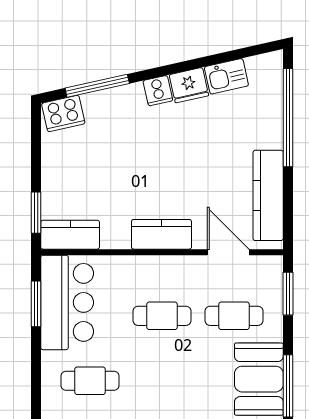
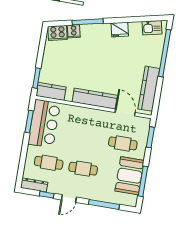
kitchen sink: (226, 76) -> (152, 28), moved
window: (97, 86) -> (88, 22), moved
cooker: (158, 91) -> (74, 31), moved
kitchen counter: (161, 234) -> (95, 99), width x1.50
cafe table: (162, 316) -> (83, 169), moved

